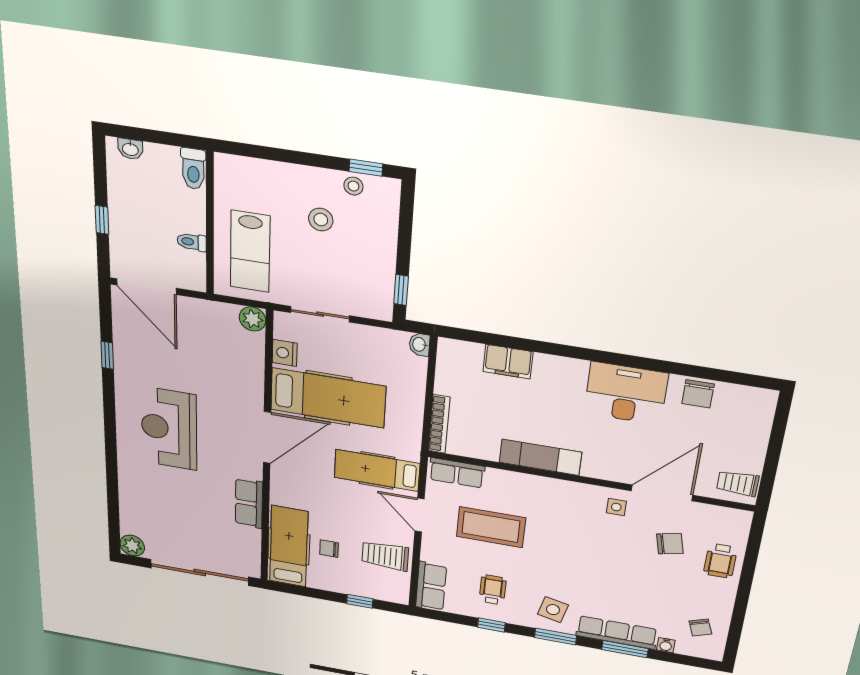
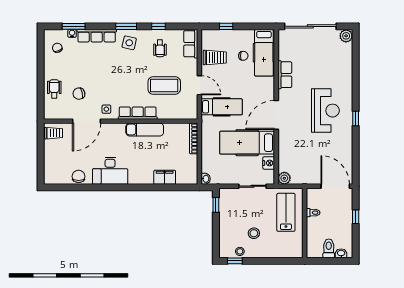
toilet: (193, 169) -> (329, 248), moved
window: (107, 355) -> (356, 118), moved
row of seats: (457, 473) -> (138, 113), moved, width x1.48
window: (625, 649) -> (74, 26), moved

